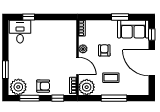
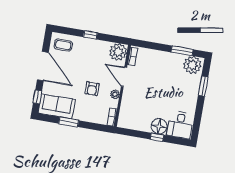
window: (29, 17) -> (157, 137), moved
floor lamp: (39, 27) -> (159, 126), added
coffee table: (111, 78) -> (63, 45), moved
armchair: (43, 86) -> (165, 61), removed
window: (58, 98) -> (152, 45), removed
window: (114, 98) -> (90, 35), width x0.46

